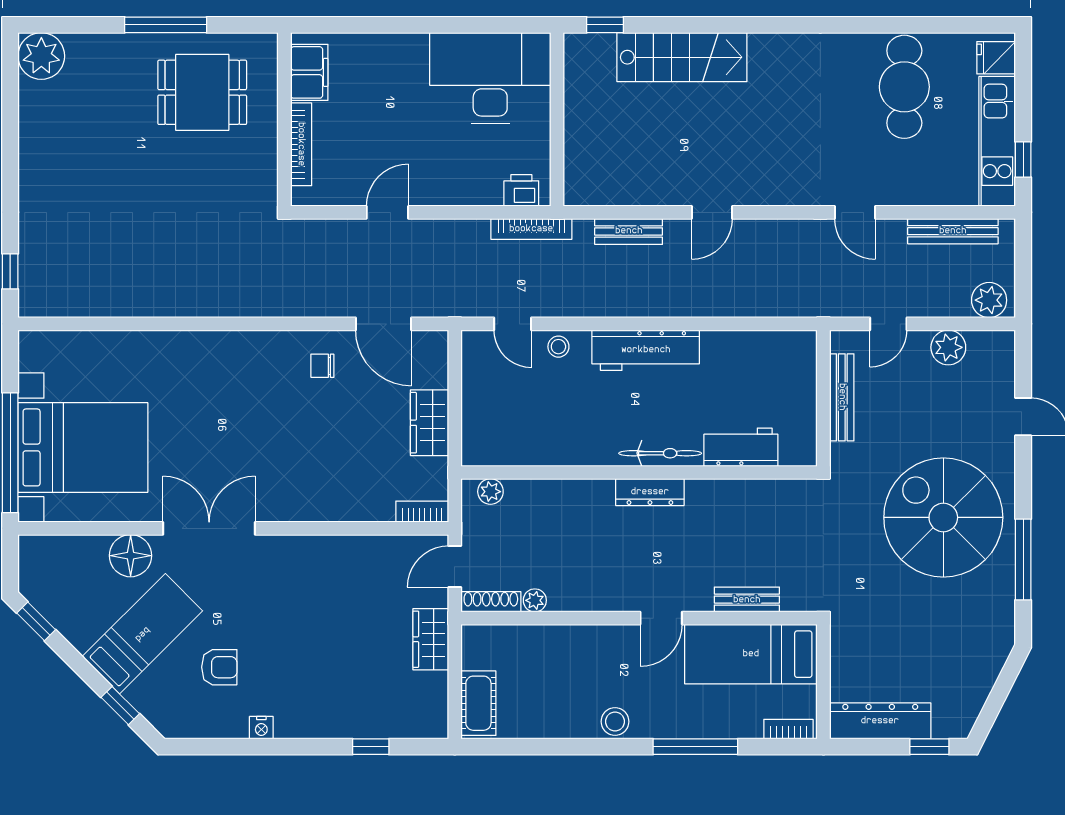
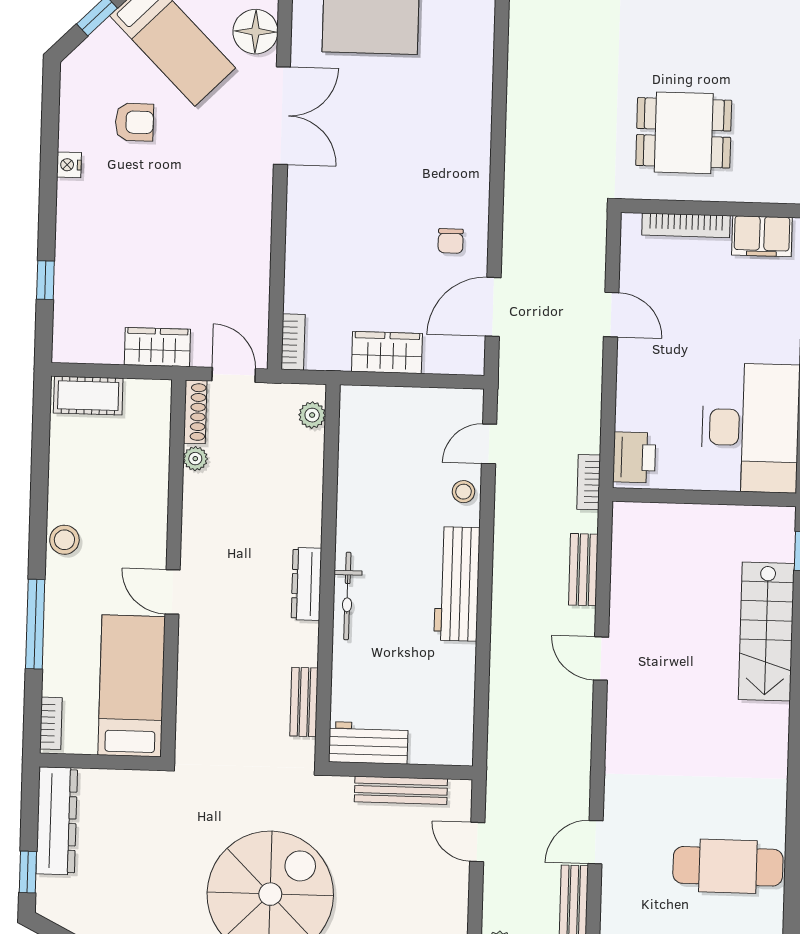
dining table: (202, 92) -> (684, 133), moved, turned 90
printer: (521, 190) -> (634, 457), width x1.36, depth x1.24
door: (855, 212) -> (596, 842), moved
bookcase: (531, 229) -> (589, 482), width x0.64
plant: (948, 347) -> (450, 905), removed
chair: (322, 366) -> (451, 241), turned 180
workbench: (741, 447) -> (368, 743), moved, turned -90
bench: (747, 600) -> (304, 702), moved
armchair: (219, 667) -> (134, 122), turned -90

